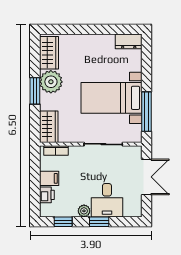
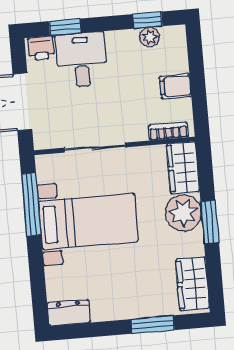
window: (76, 29) -> (153, 325), added
plant: (51, 82) -> (183, 213), moved
printer: (47, 195) -> (41, 48), moved, turned -90
plant: (84, 211) -> (149, 37), moved
window: (99, 222) -> (65, 27), moved

